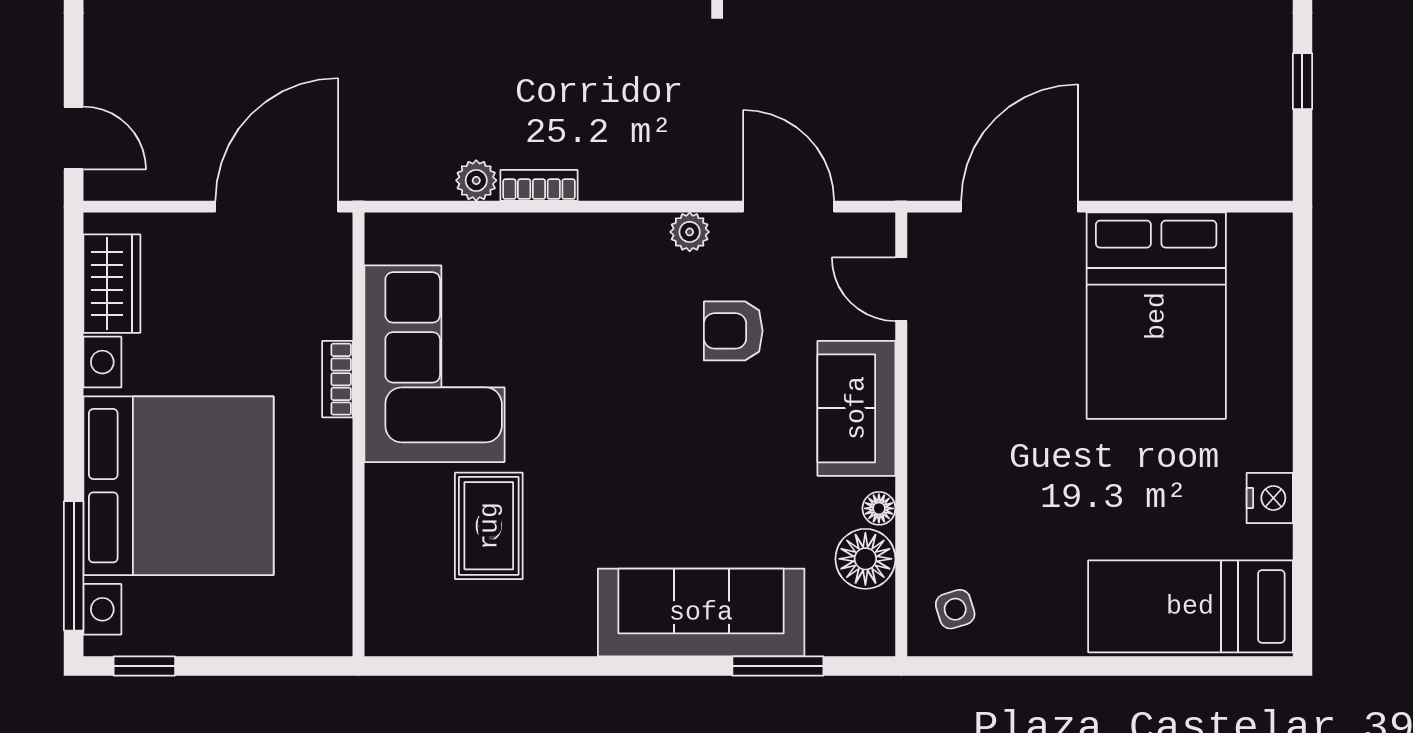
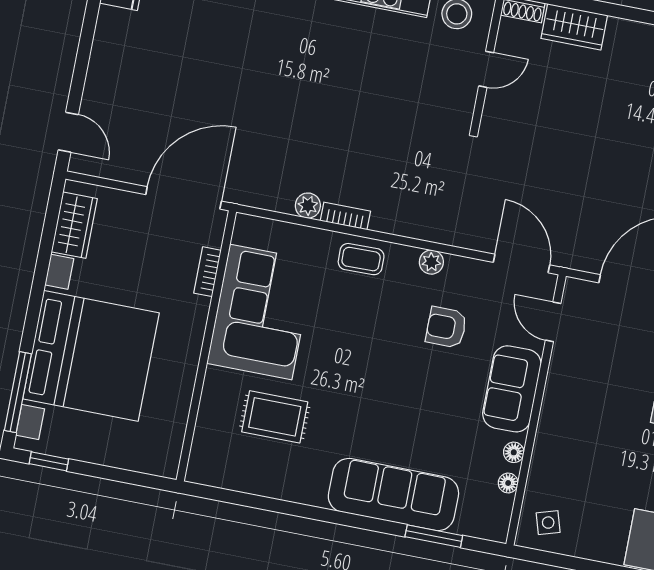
door: (789, 207) -> (521, 264), moved
coffee table: (577, 249) -> (361, 259), added
bookcase: (337, 379) -> (208, 272), moved
rug: (489, 526) -> (275, 417), turned 90
floor lamp: (865, 559) -> (508, 483), width x0.53, depth x0.53

